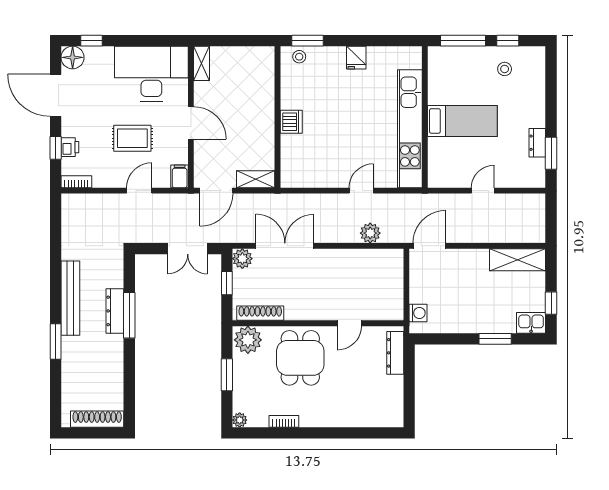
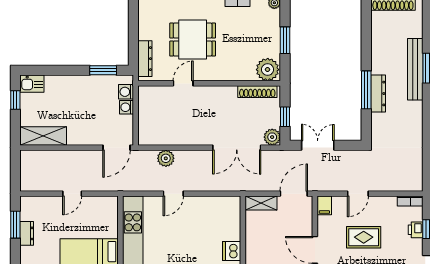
washing machine: (417, 294) -> (126, 107), added
bench: (70, 298) -> (415, 69), moved
window: (495, 339) -> (103, 70), moved
dining table: (300, 358) -> (193, 40), moved, turned 90

